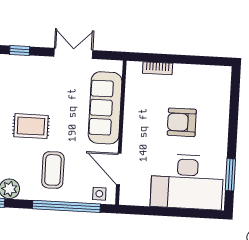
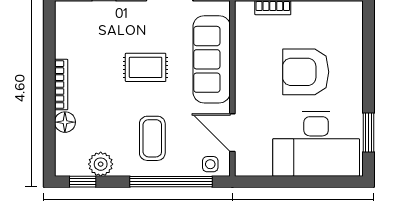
armchair: (182, 122) -> (306, 72), width x1.36, depth x1.36
rug: (31, 126) -> (146, 67), moved

